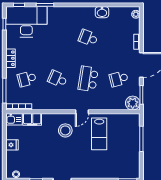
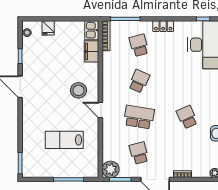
school desk: (88, 38) -> (187, 117), turned -45
lab bench: (99, 134) -> (64, 140), moved
fridge: (12, 145) -> (48, 28), moved

